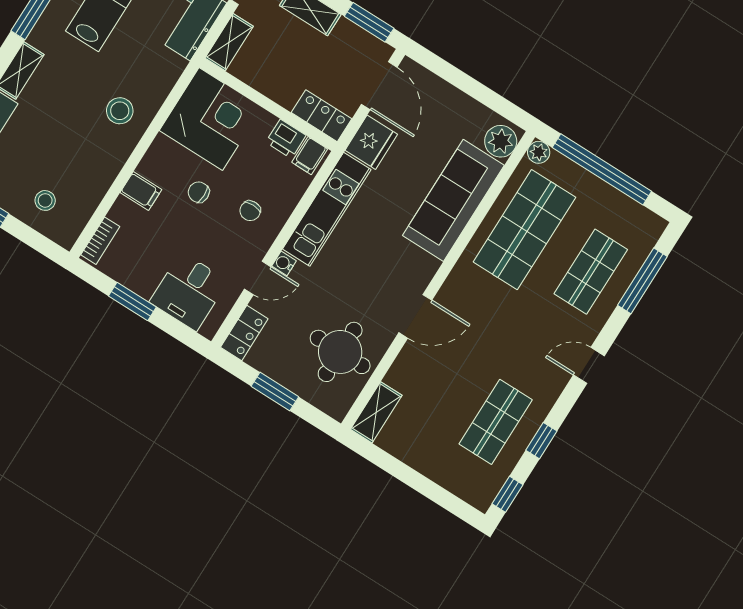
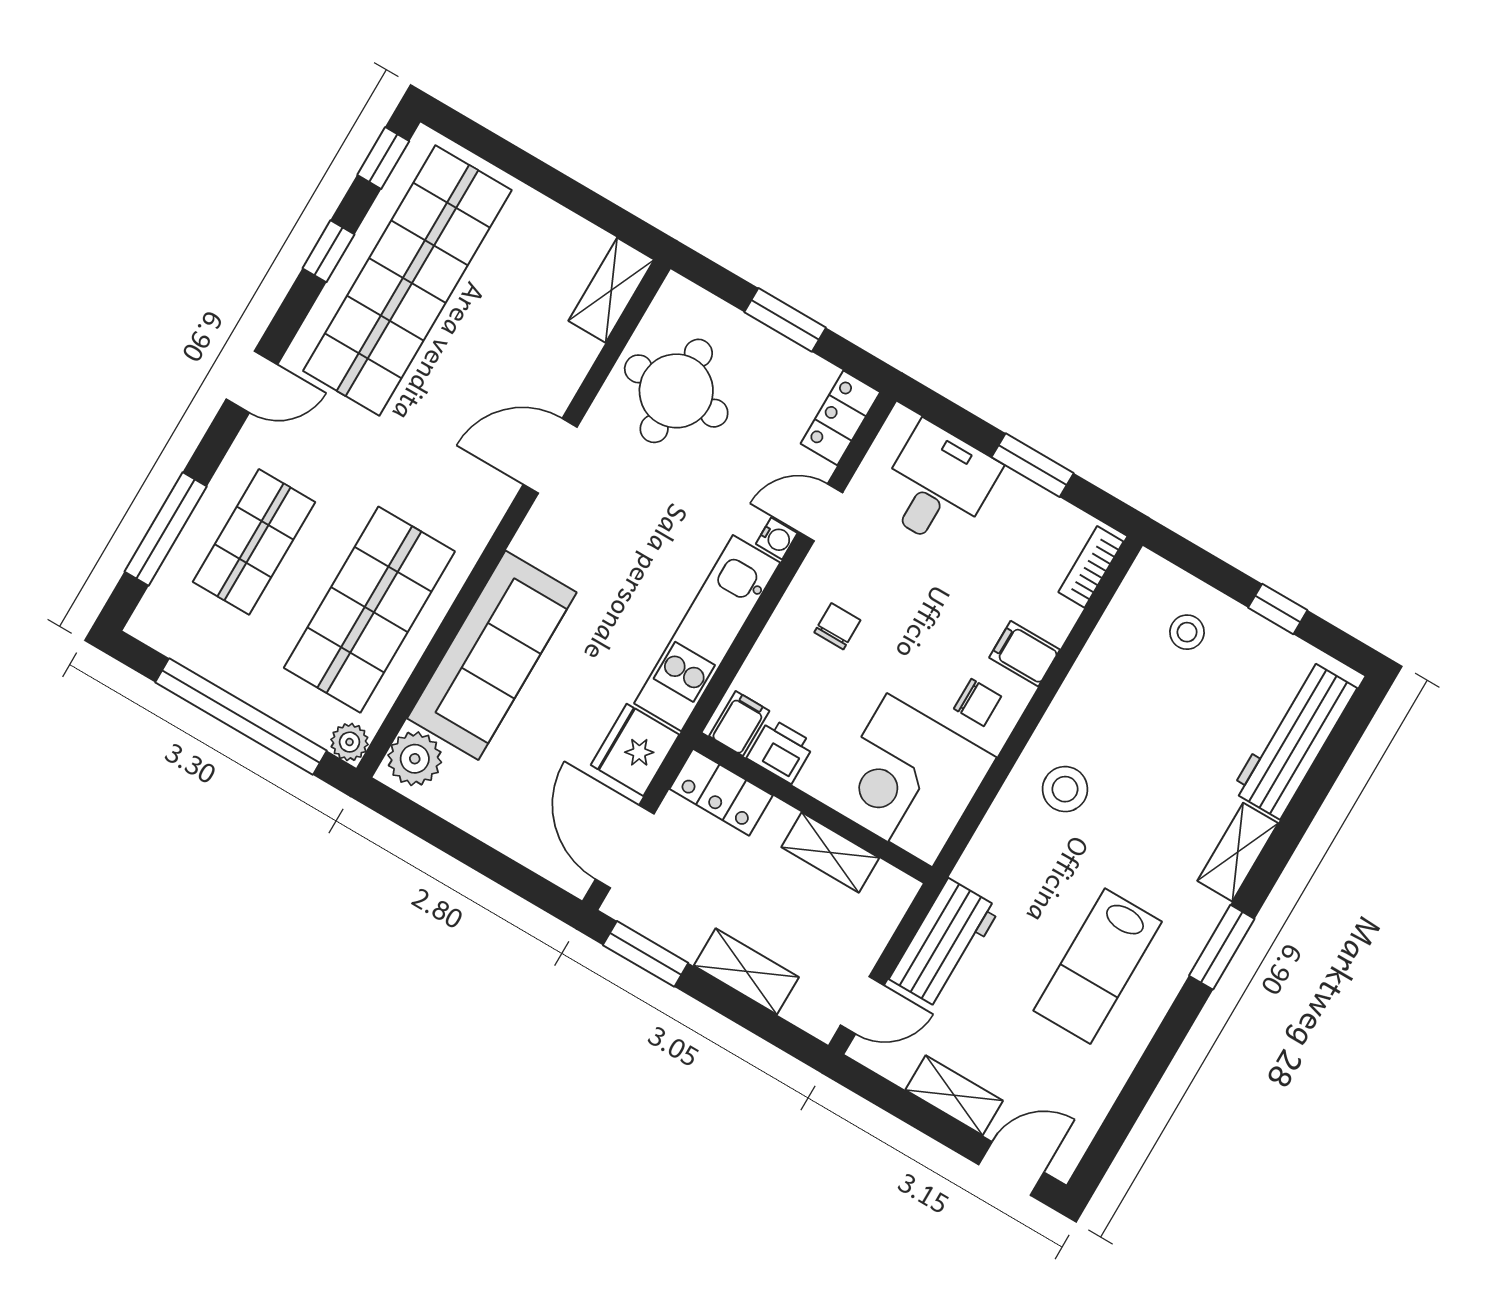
shelving: (229, 42) -> (830, 853), moved, turned 90
chair: (199, 192) -> (978, 702), moved
shop shelf: (496, 422) -> (407, 281), width x2.00, depth x1.36

